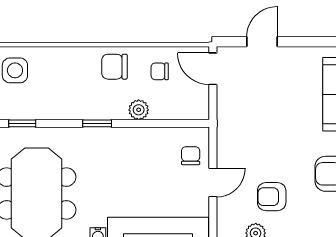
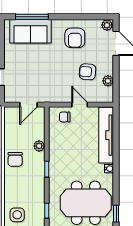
door: (213, 69) -> (28, 105), moved
chair: (160, 71) -> (18, 134), removed
armchair: (272, 197) -> (88, 72), turned 95

